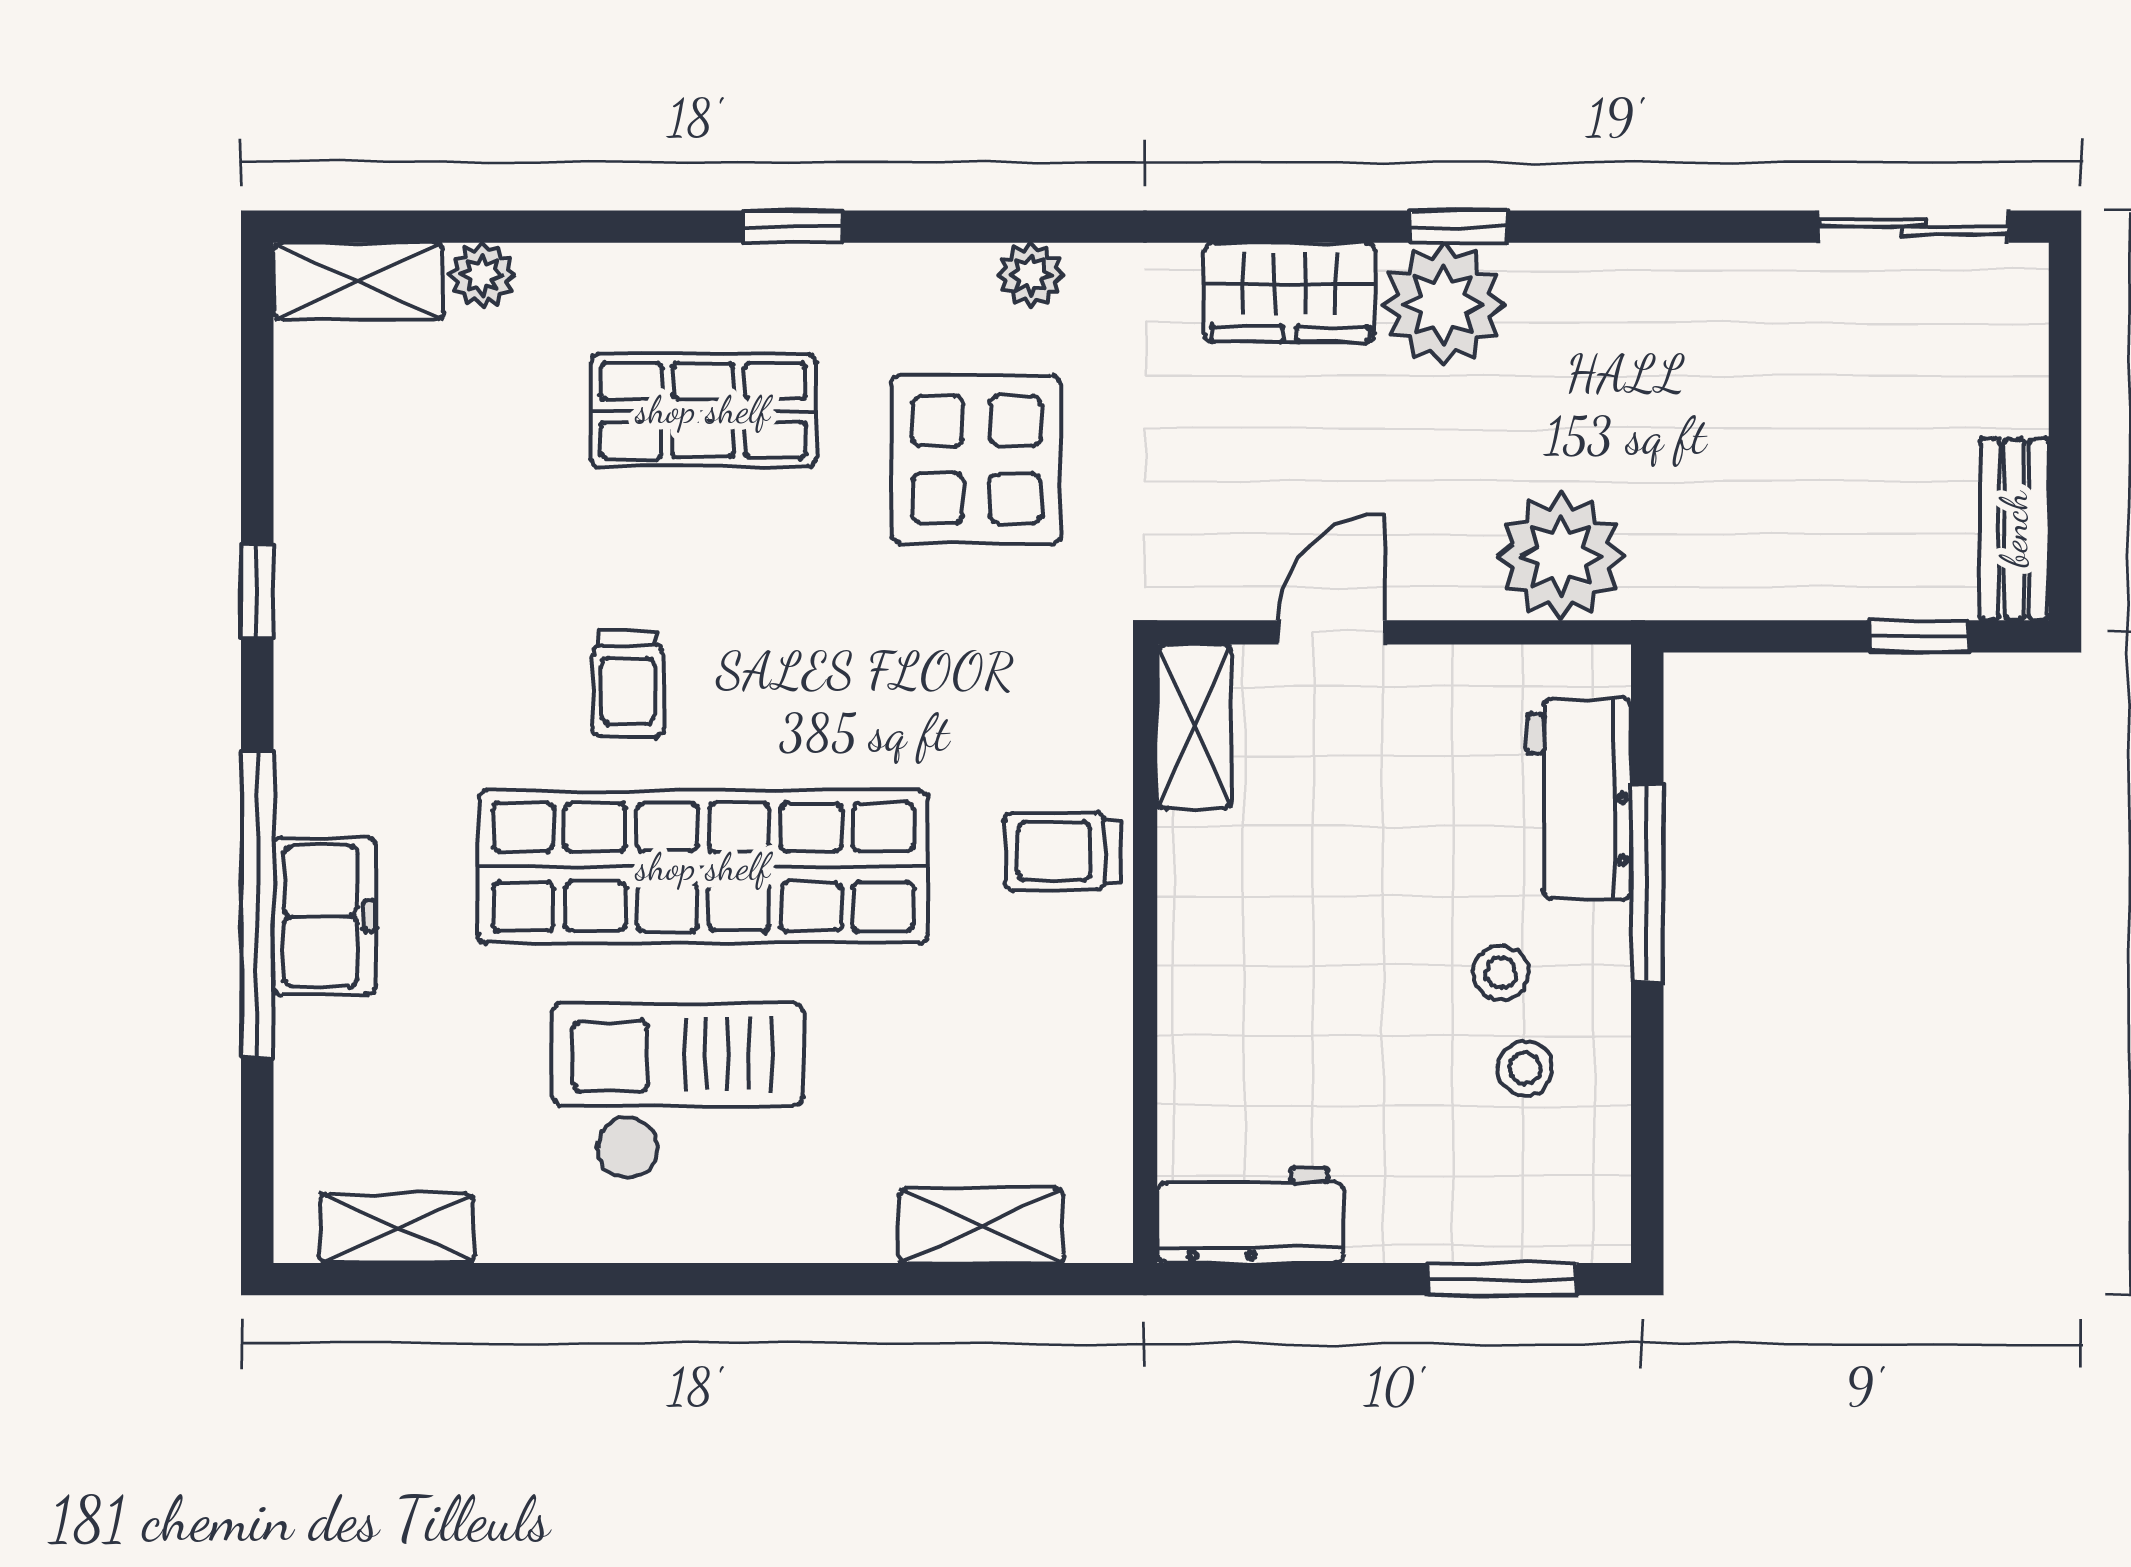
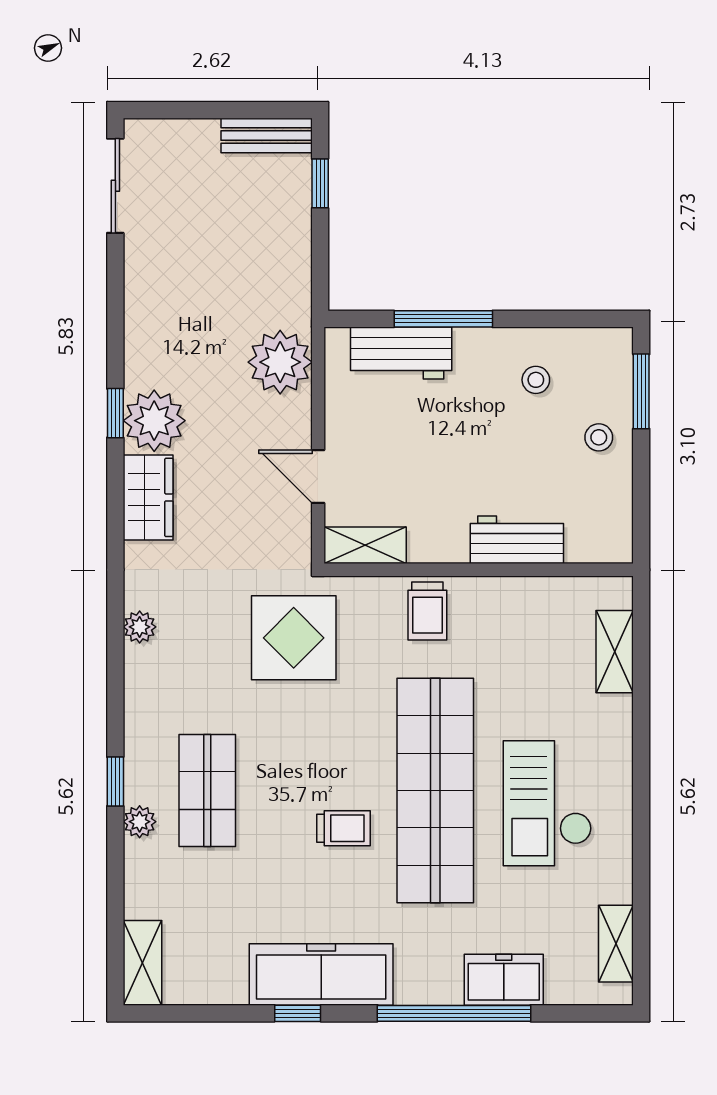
window: (792, 227) -> (115, 782), moved
plant: (482, 275) -> (140, 822), moved
display table: (976, 460) -> (294, 638), moved
freezer: (335, 639) -> (321, 975), added
freezer: (324, 916) -> (504, 980), moved
stool: (1501, 973) -> (599, 437), moved
workbench: (1250, 1215) -> (517, 540), moved, turned 90

